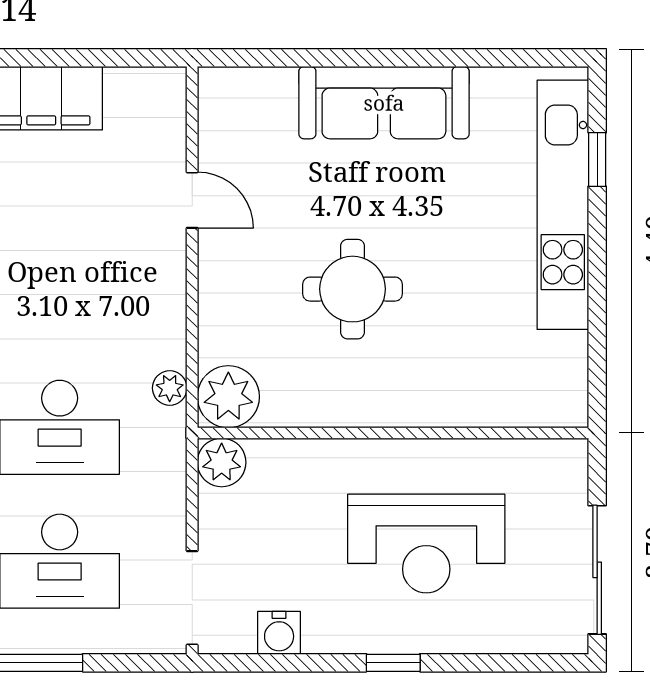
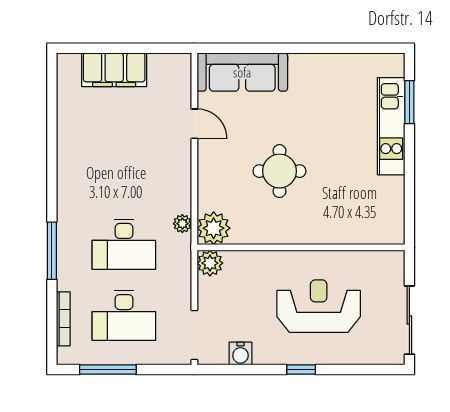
sofa: (384, 103) -> (242, 72), moved
window: (597, 159) -> (409, 102), width x1.50
kitchen unit: (563, 205) -> (391, 126), width x0.73
reception desk: (426, 544) -> (319, 306), turned 180

